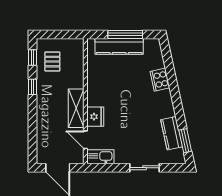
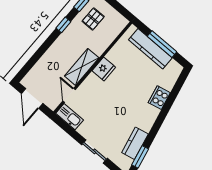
fridge: (95, 117) -> (104, 69), moved

